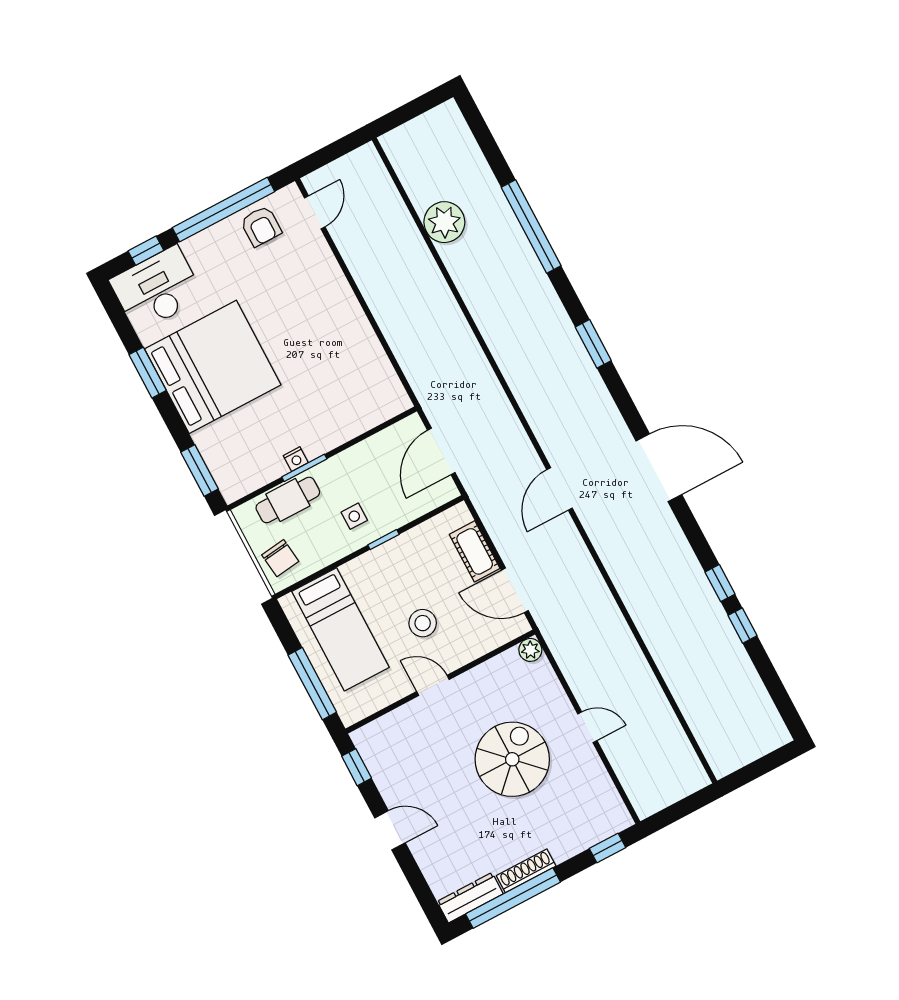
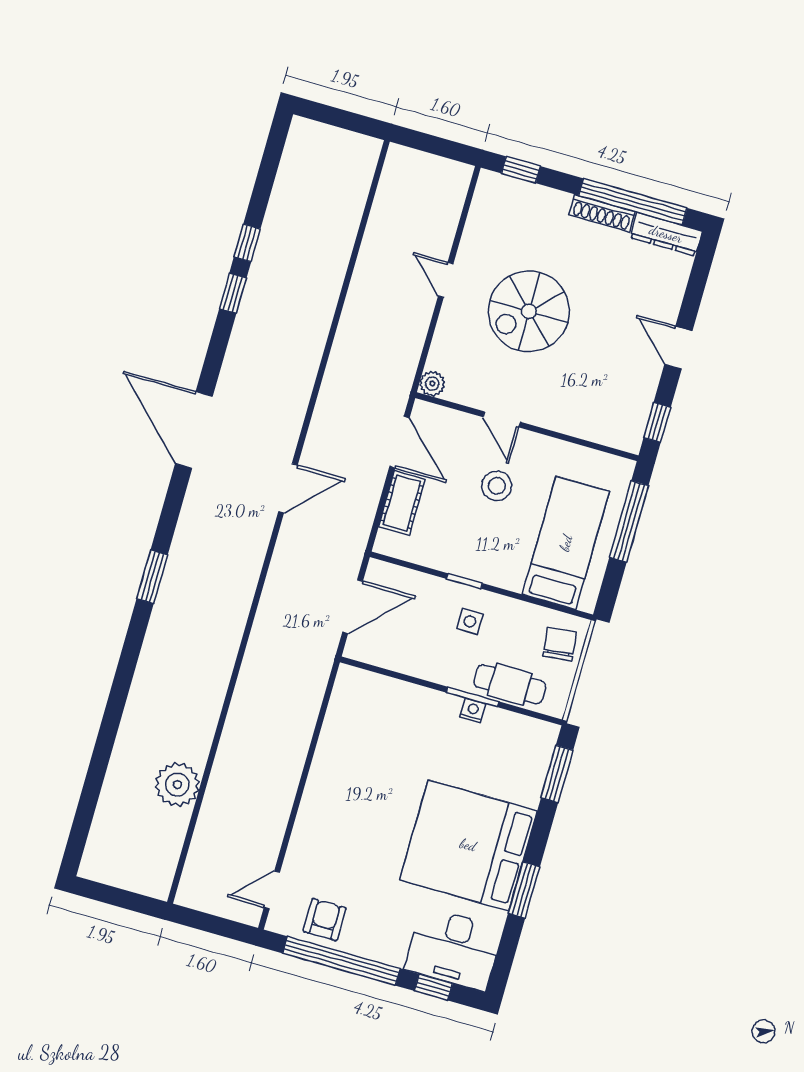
window: (531, 227) -> (113, 716), removed
door: (433, 685) -> (502, 419), moved

